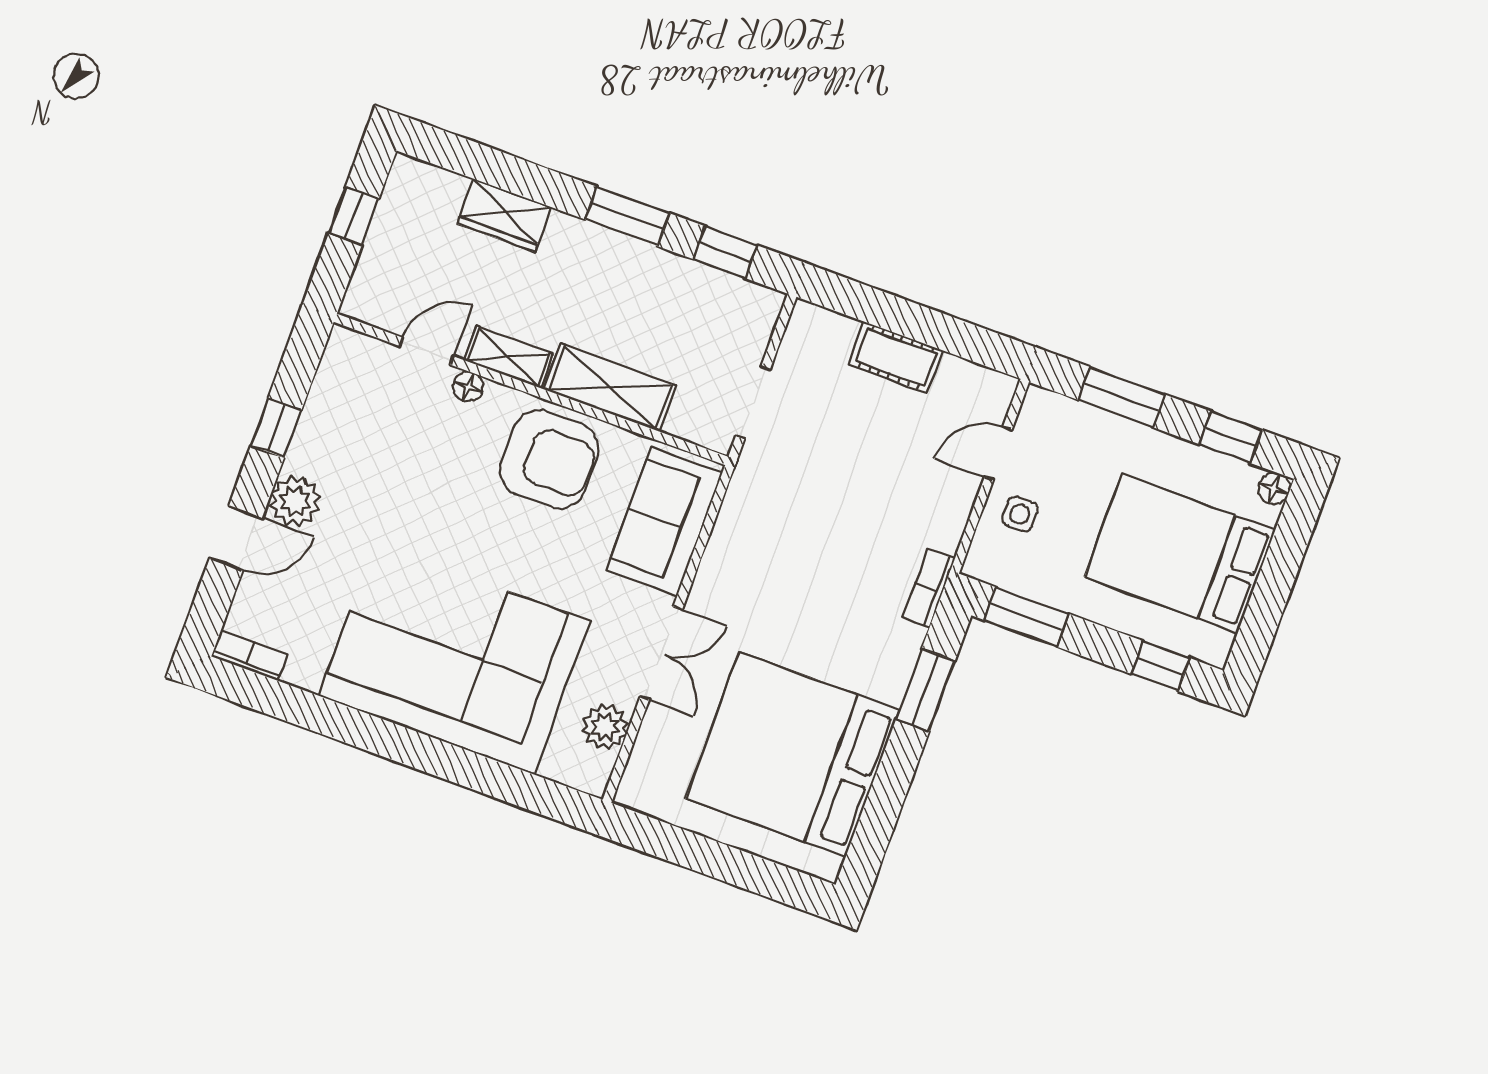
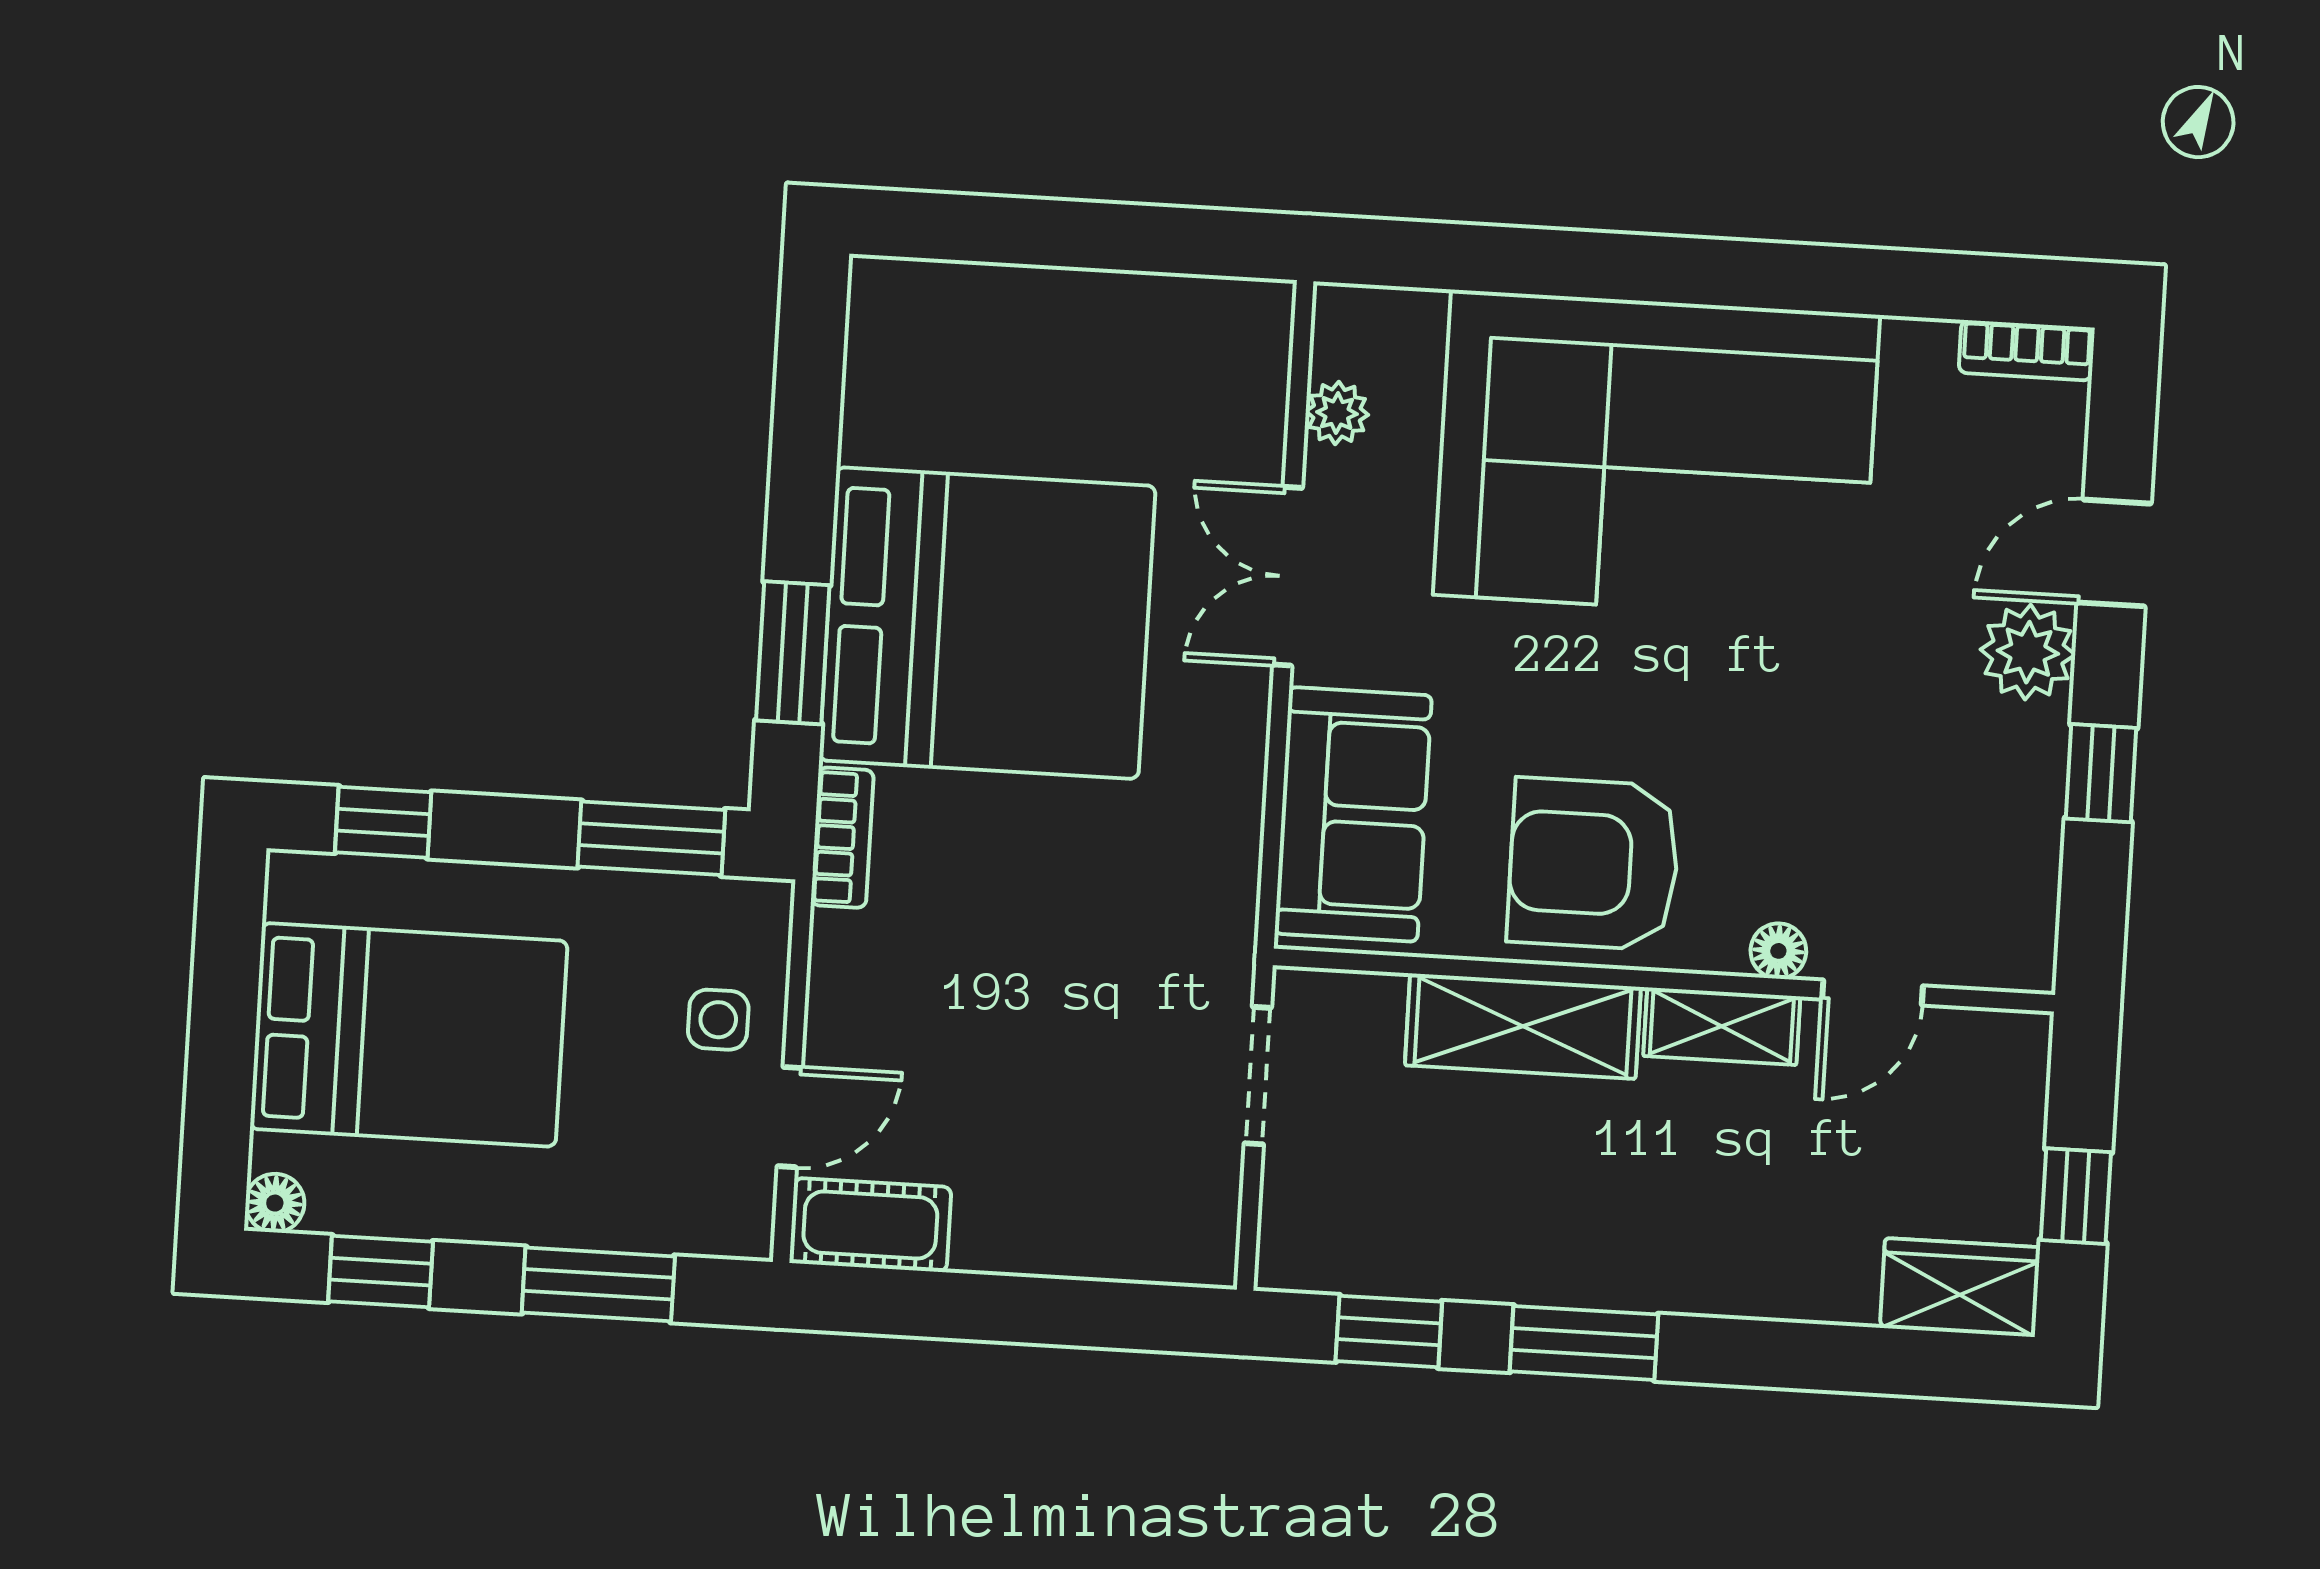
wardrobe: (504, 215) -> (1960, 1288), moved
cot: (896, 357) -> (870, 1225), moved
plant: (605, 727) -> (1337, 413), width x0.73, depth x0.73
bed: (793, 755) -> (987, 623), moved

